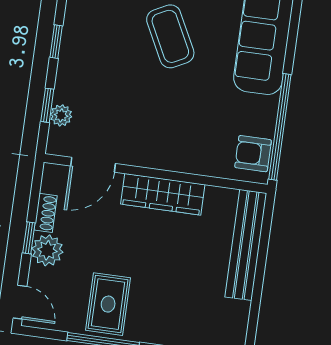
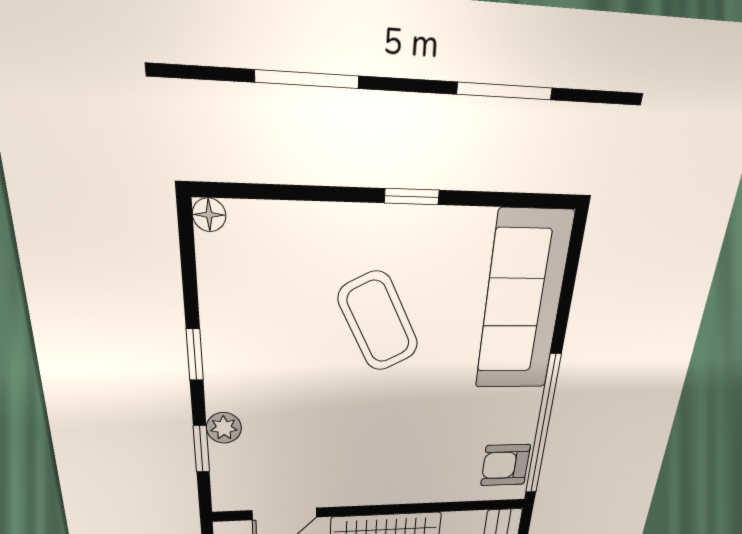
plant: (61, 115) -> (224, 428), moved

